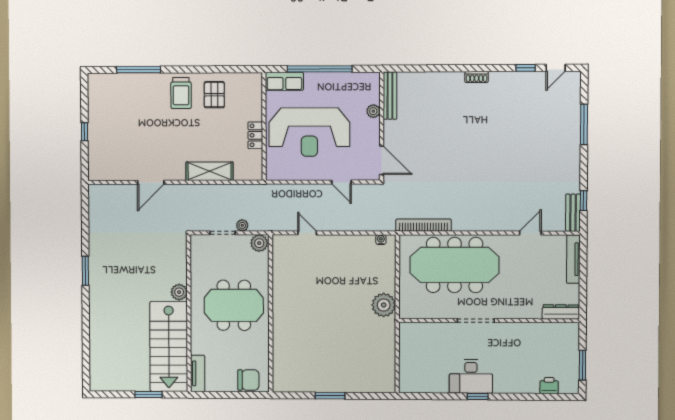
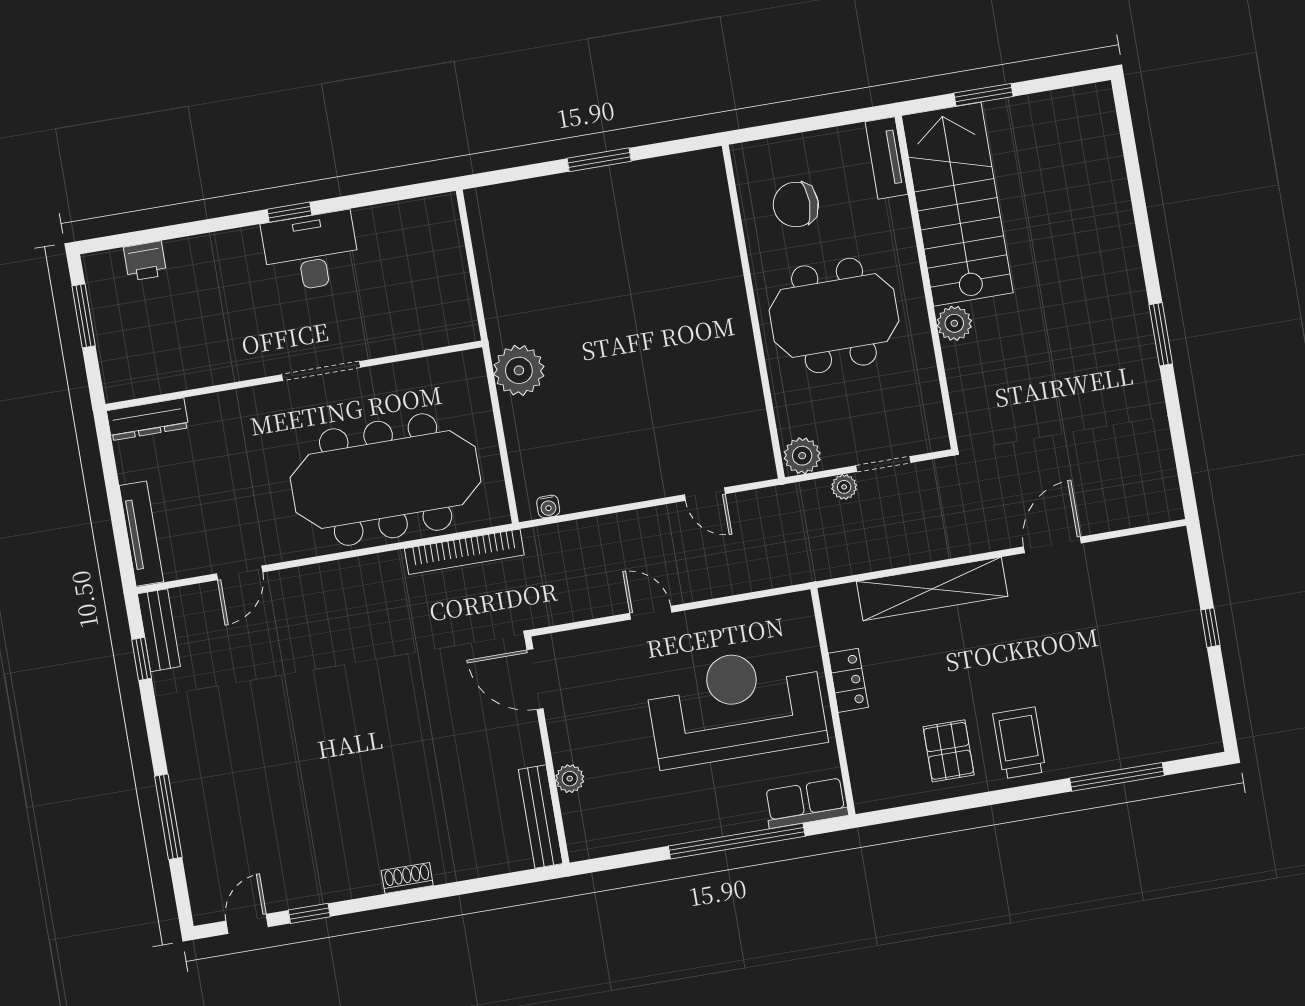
bench: (390, 96) -> (541, 816), moved
plant: (373, 111) -> (570, 779), moved
wall: (382, 126) -> (547, 750), moved
door: (382, 160) -> (535, 679), moved
shelving: (210, 171) -> (932, 589), width x1.47
chair: (248, 380) -> (796, 205), moved

